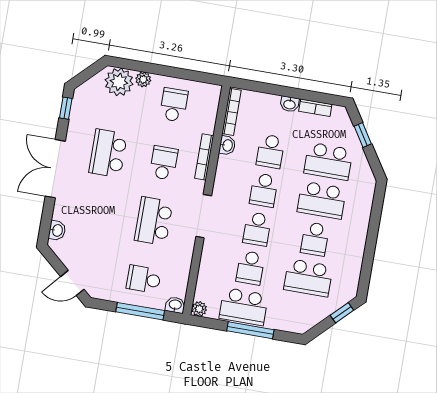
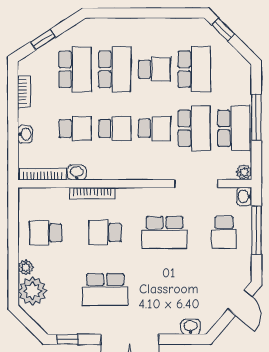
washbasin: (290, 104) -> (25, 134), moved
doorway: (204, 216) -> (196, 184), moved
school desk: (250, 268) -> (194, 128), width x1.85

